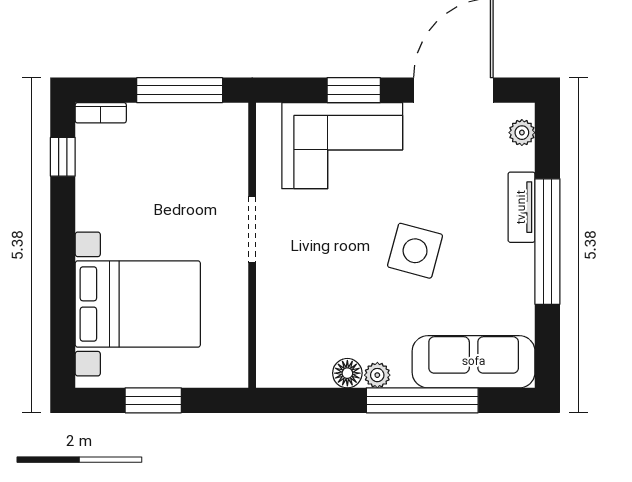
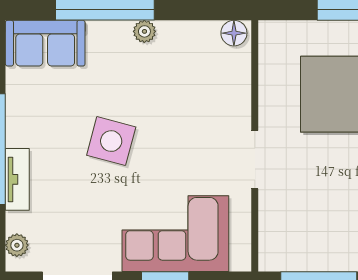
sofa: (474, 362) -> (45, 43), width x0.73
floor lamp: (347, 373) -> (234, 33), moved

